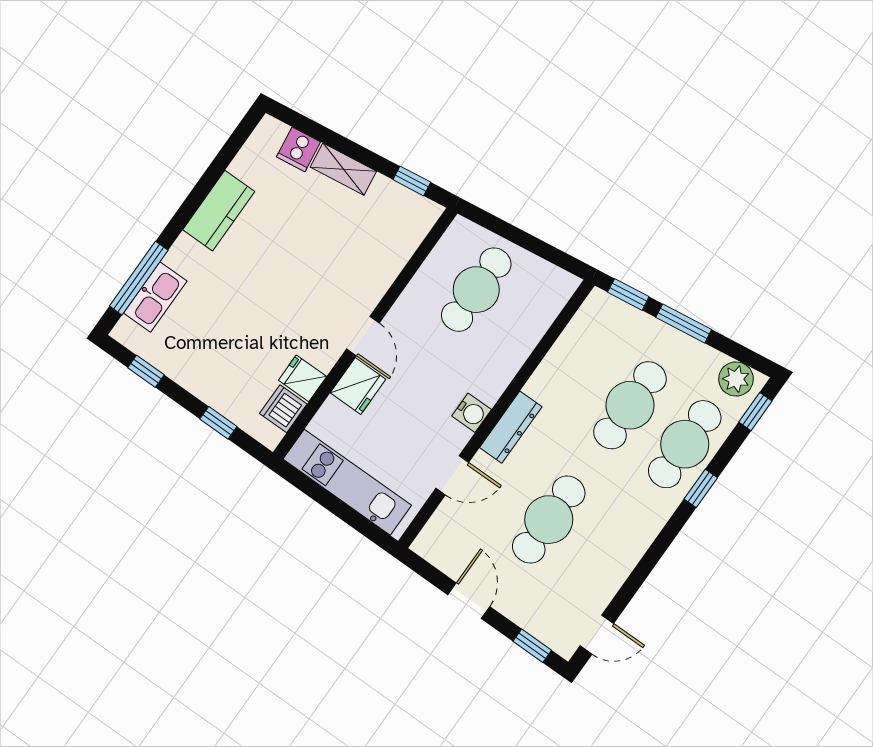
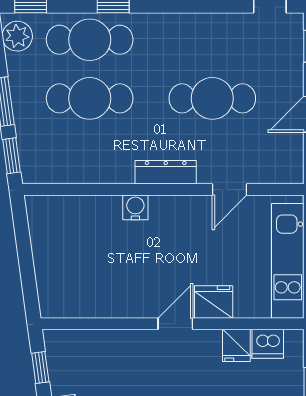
cafe table: (476, 290) -> (85, 267), removed
water cooler: (472, 413) -> (135, 207), moved
door: (452, 475) -> (230, 190), swing flipped

